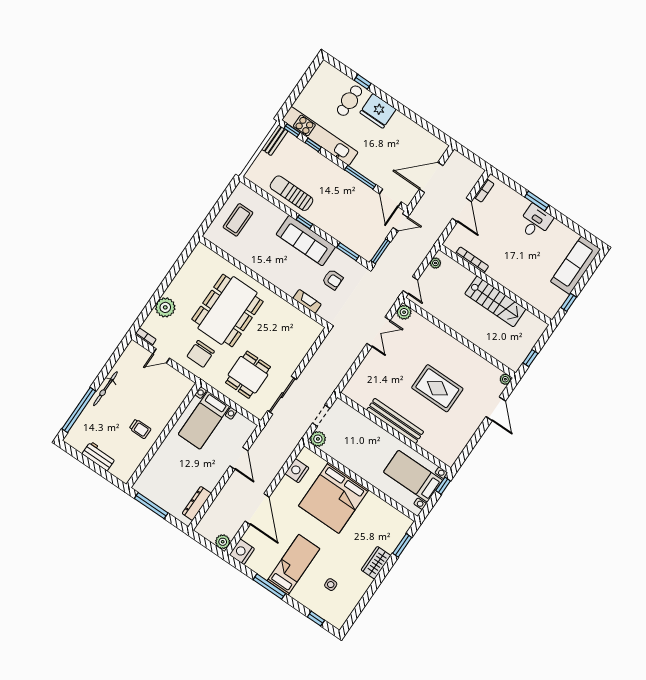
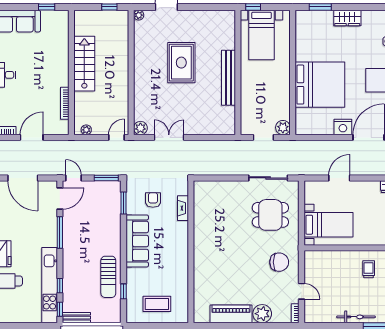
window: (304, 222) -> (124, 291), moved
piano: (184, 280) -> (231, 314), added
dining table: (227, 310) -> (232, 264), removed
nightstand: (297, 471) -> (343, 127), moved

